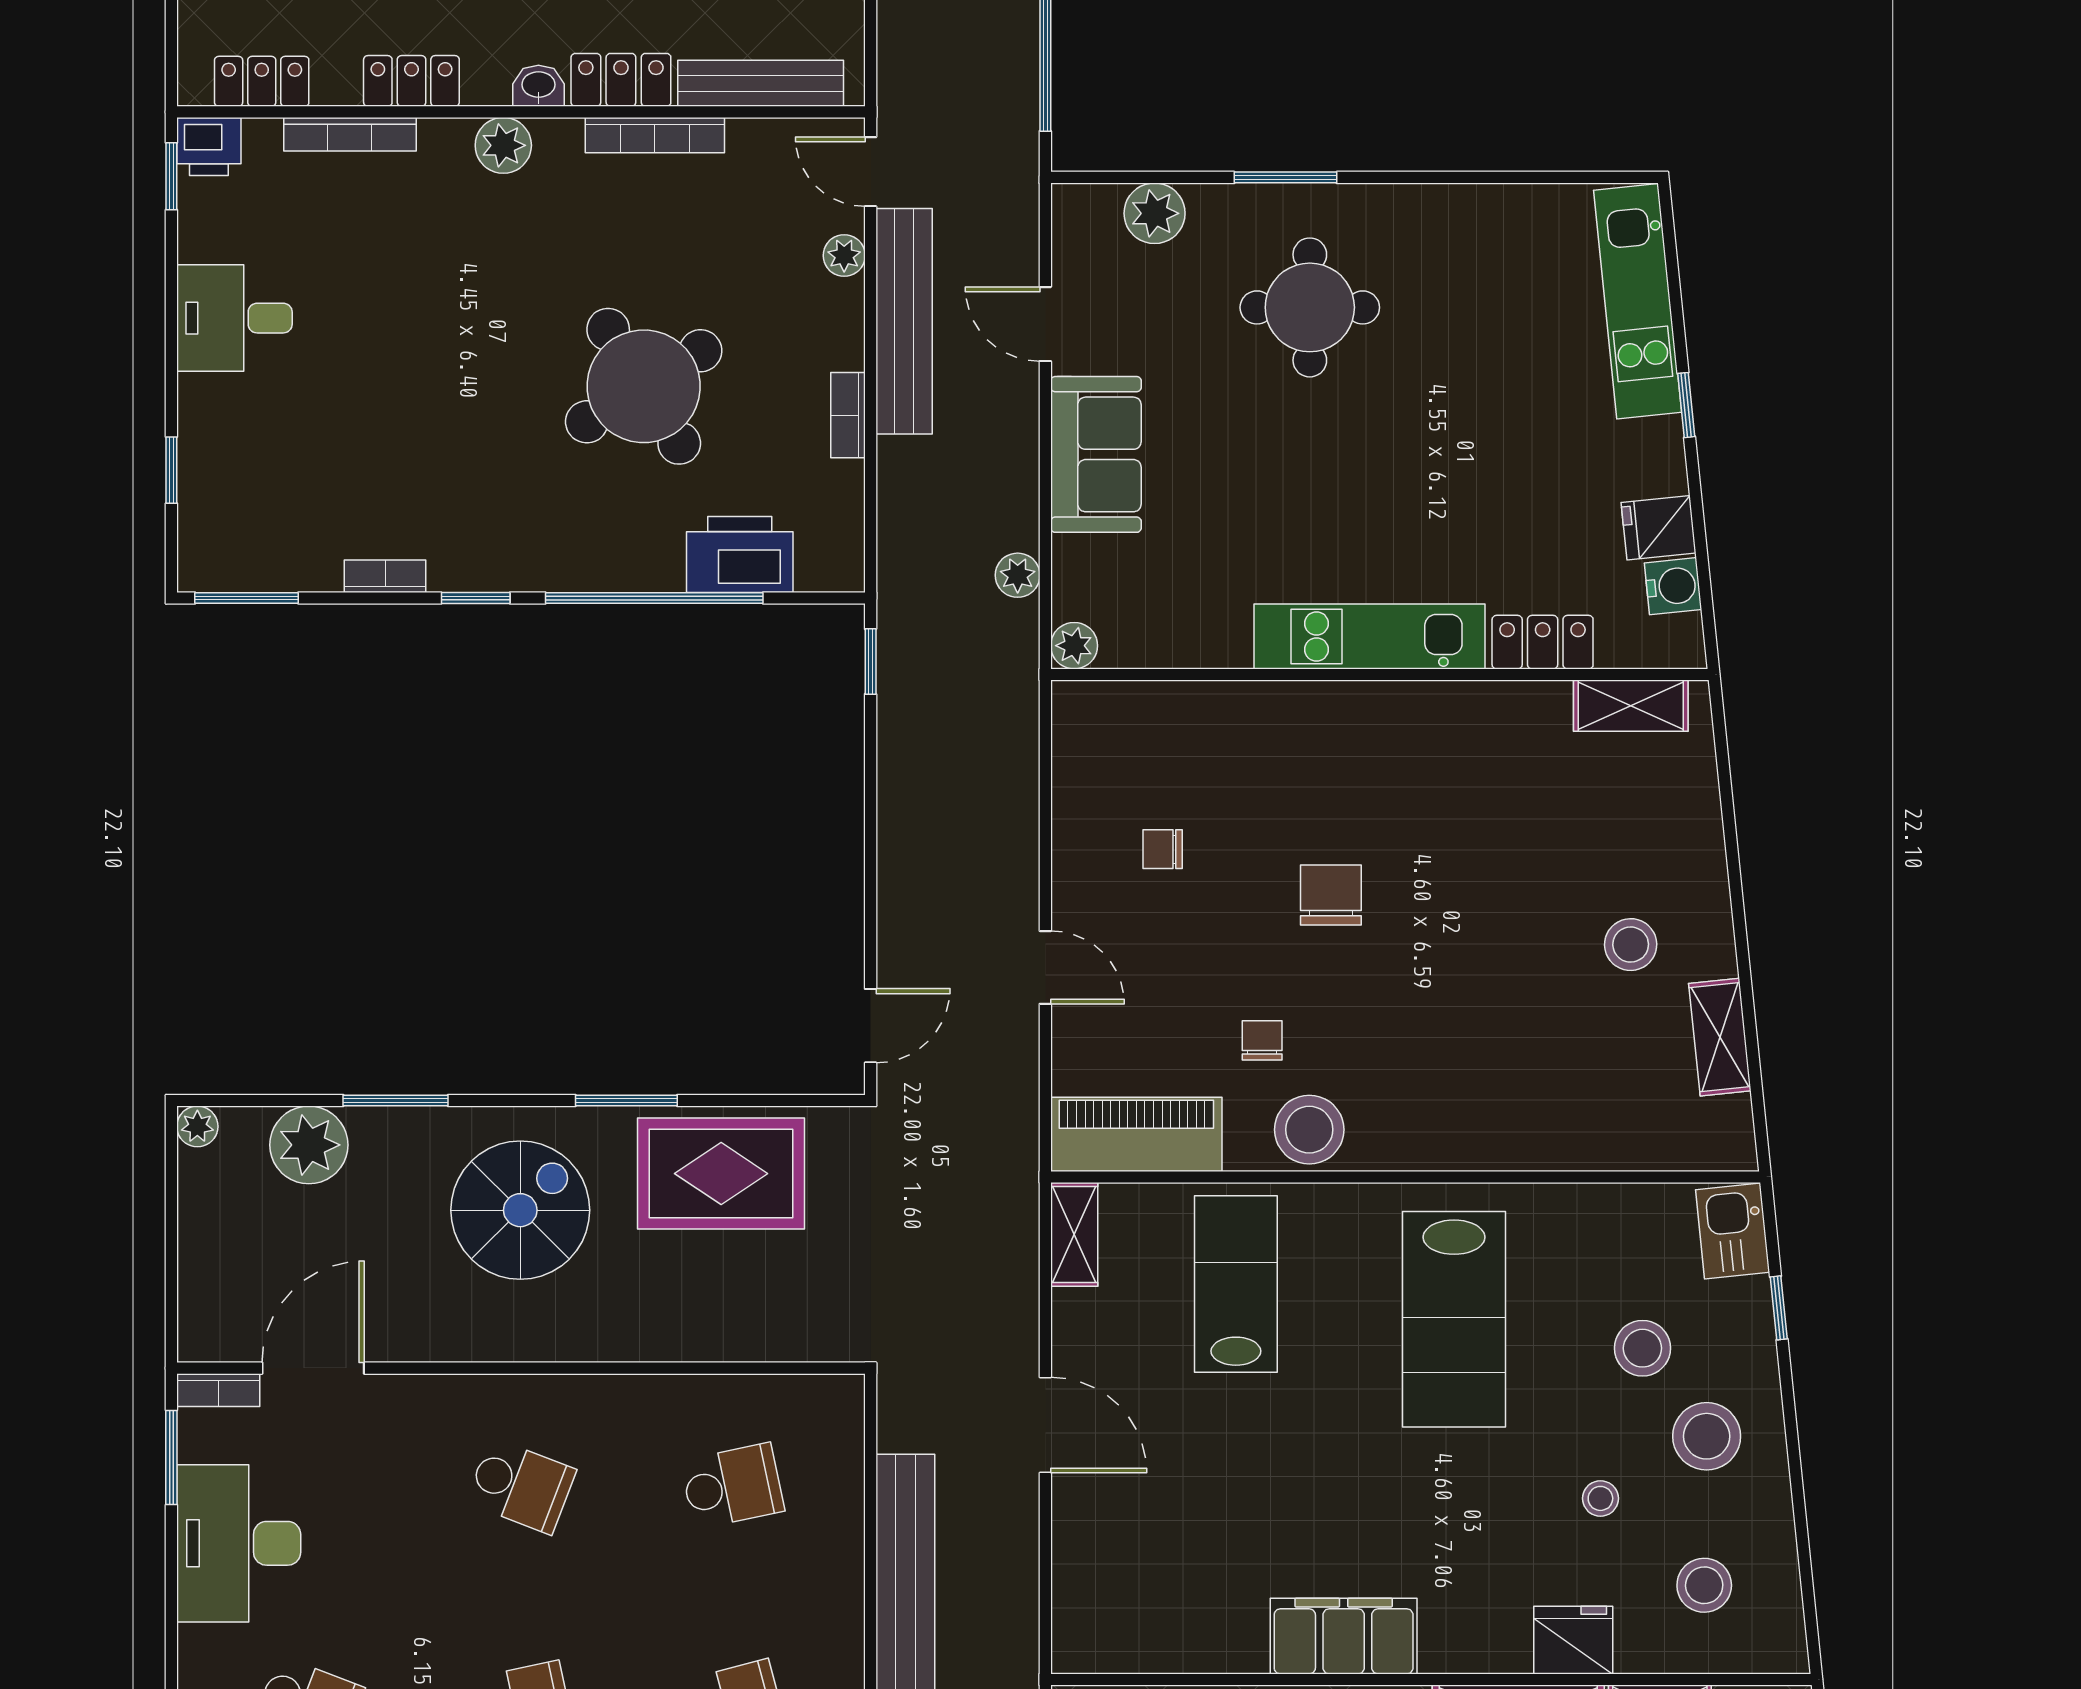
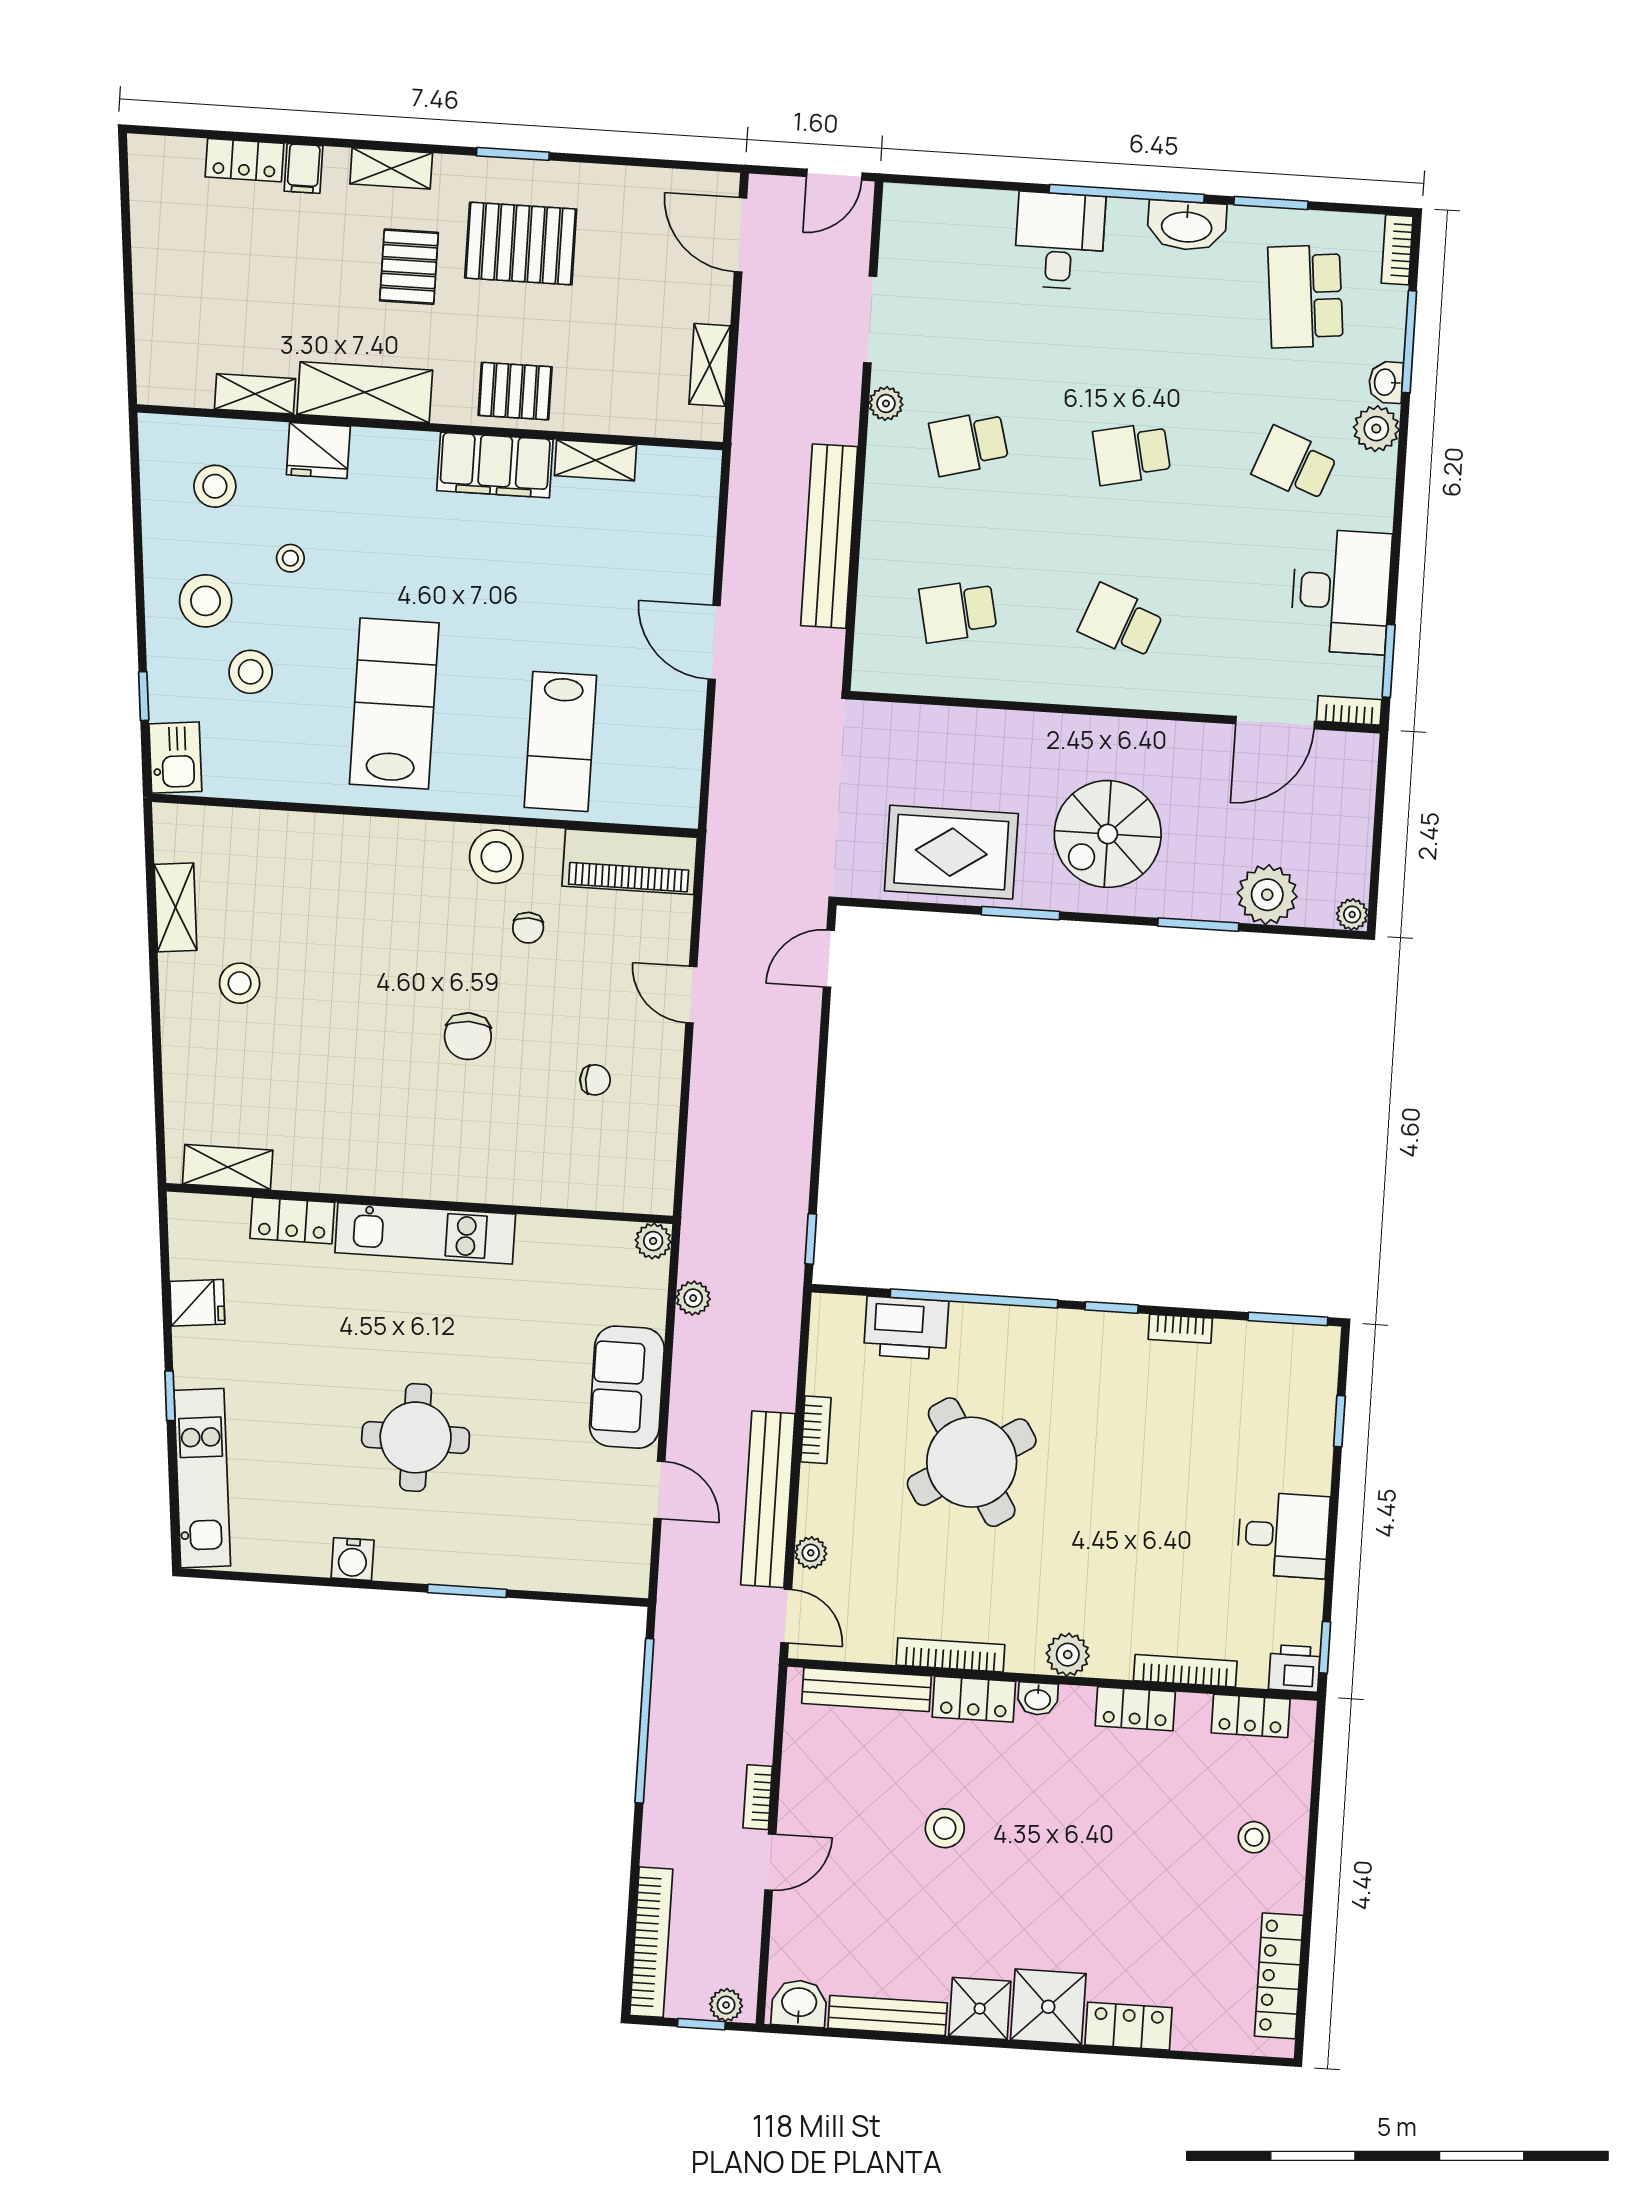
plant: (1155, 213) -> (570, 1570), removed
round table: (1310, 307) -> (416, 1437), moved
water cooler: (1673, 586) -> (353, 1559), moved, turned -84
shelving: (1074, 1234) -> (595, 460), moved, turned 90

